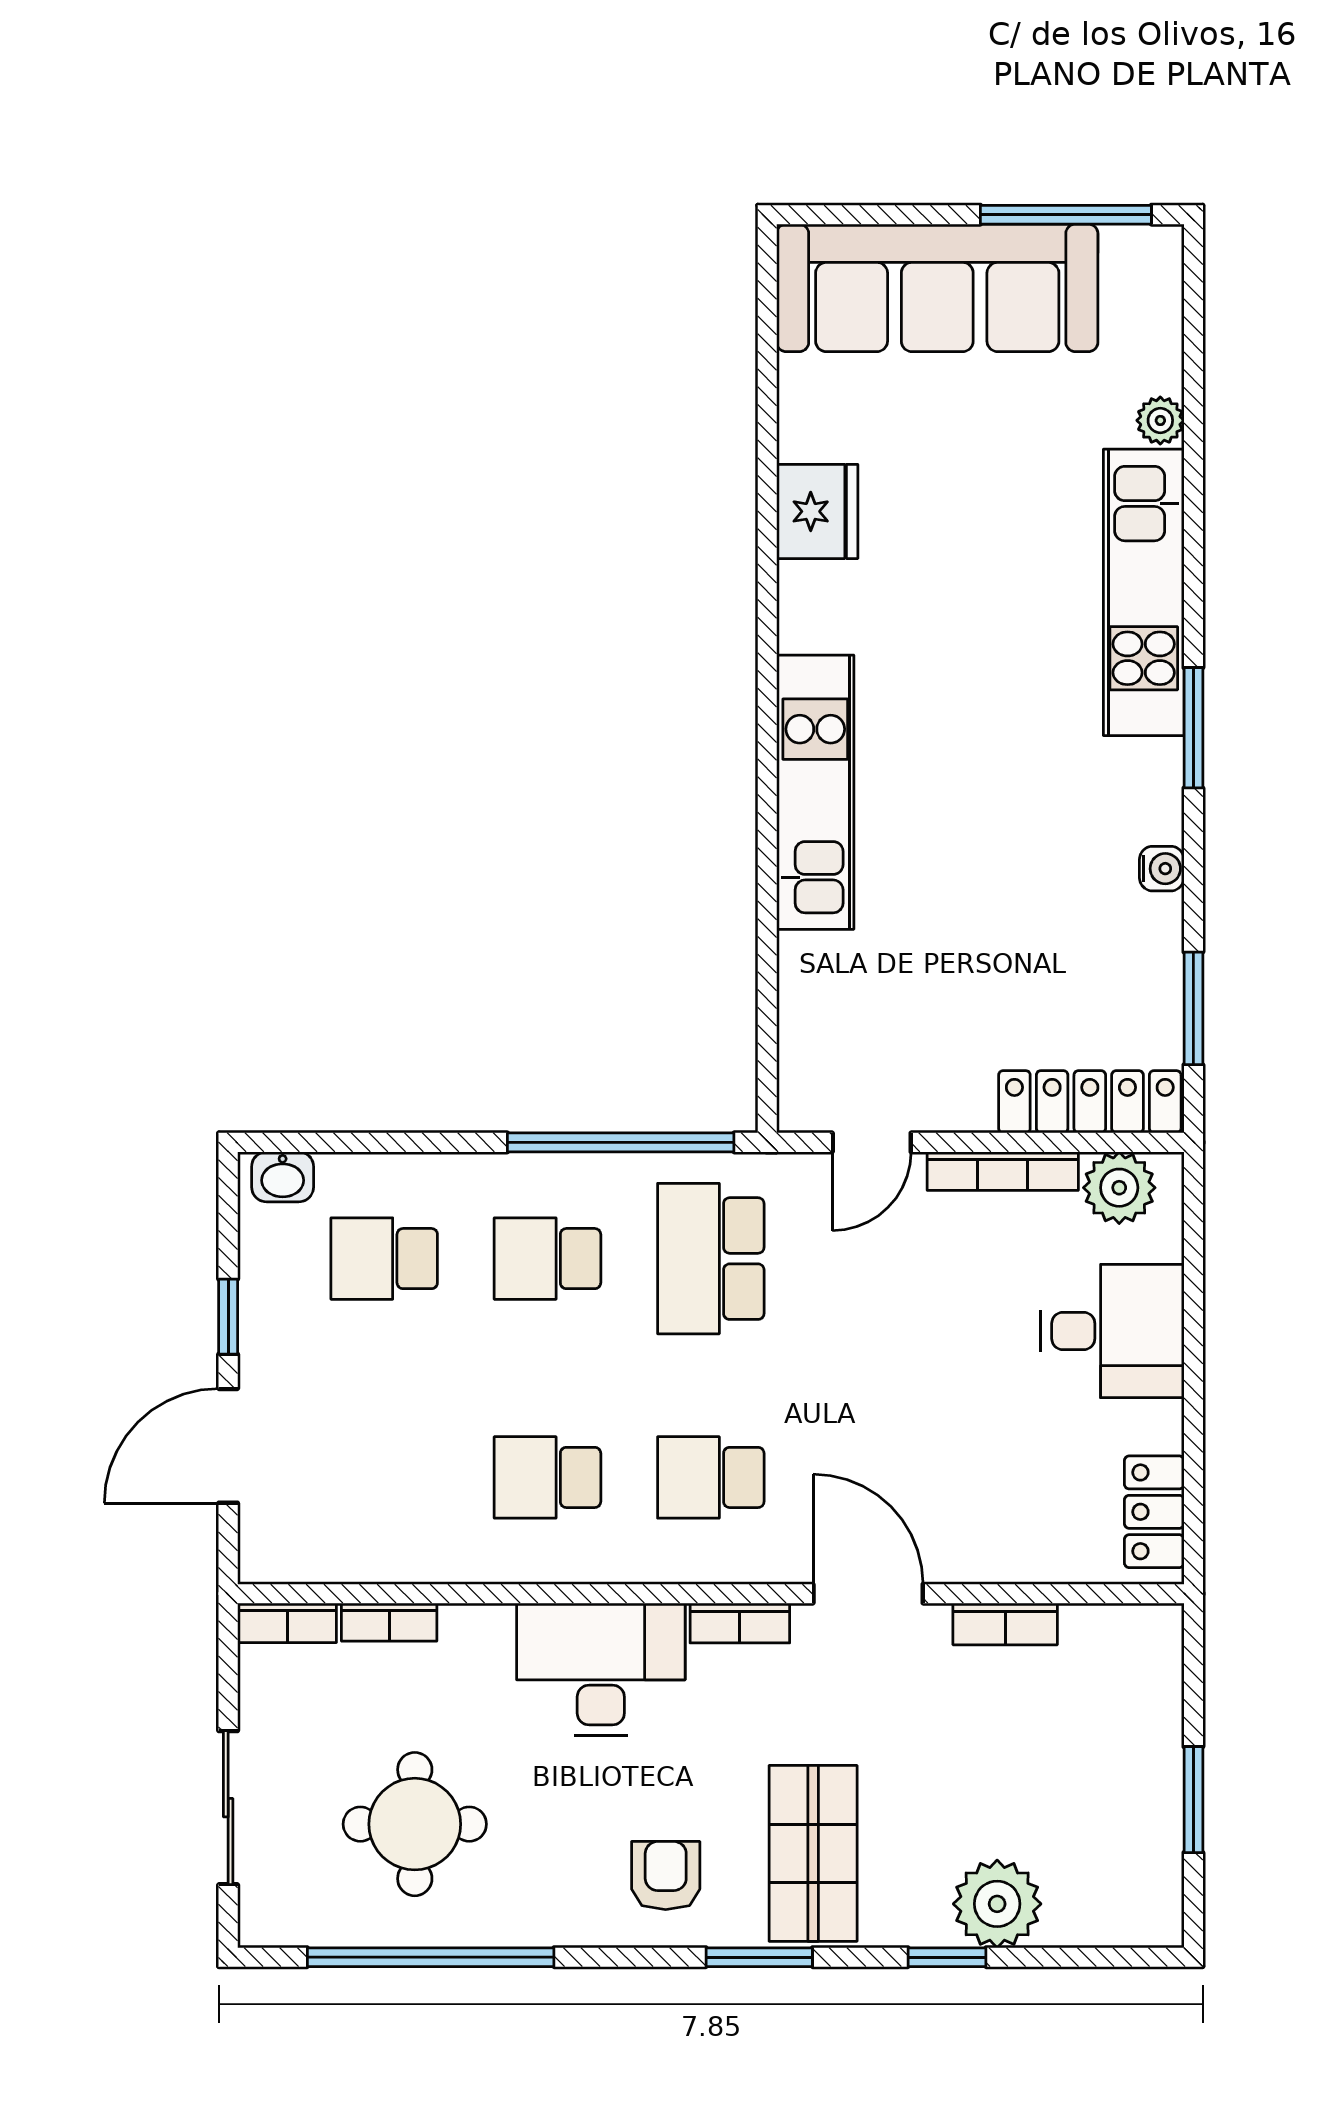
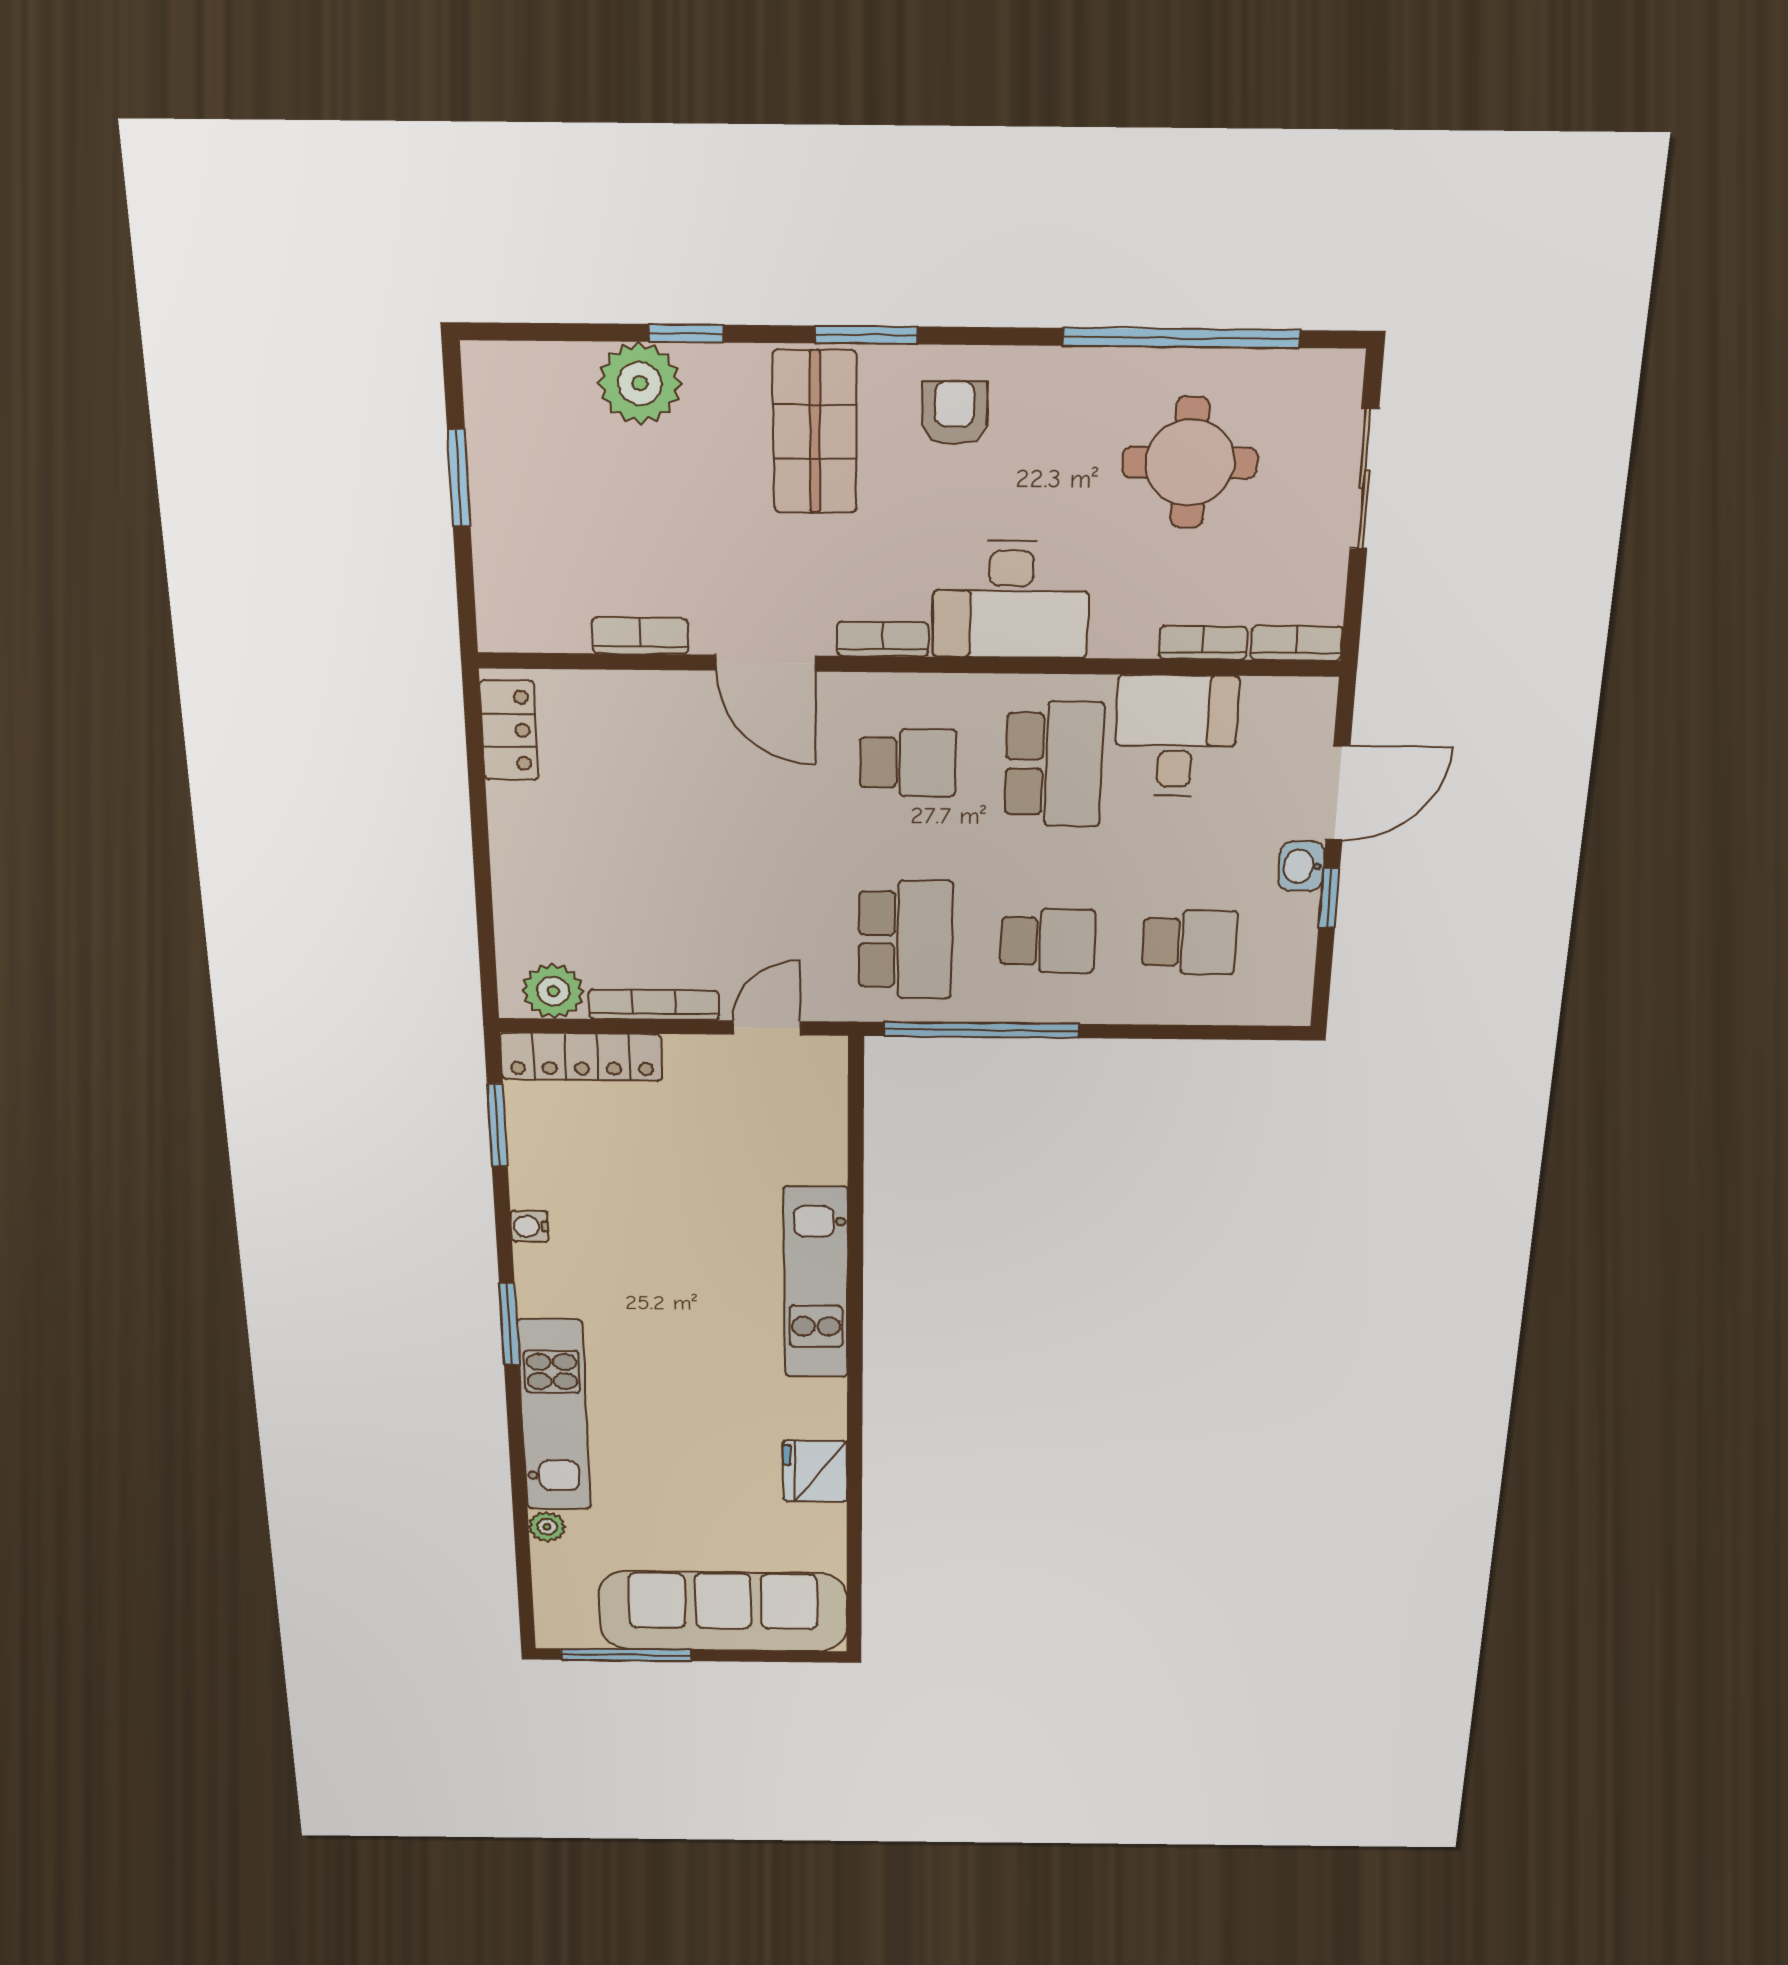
washbasin: (283, 1177) -> (1301, 866), moved, turned -90
desk: (1112, 1331) -> (1176, 736), moved, turned 90
school desk: (547, 1477) -> (1054, 764), width x1.85
armchair: (666, 1876) -> (955, 413), turned 180

